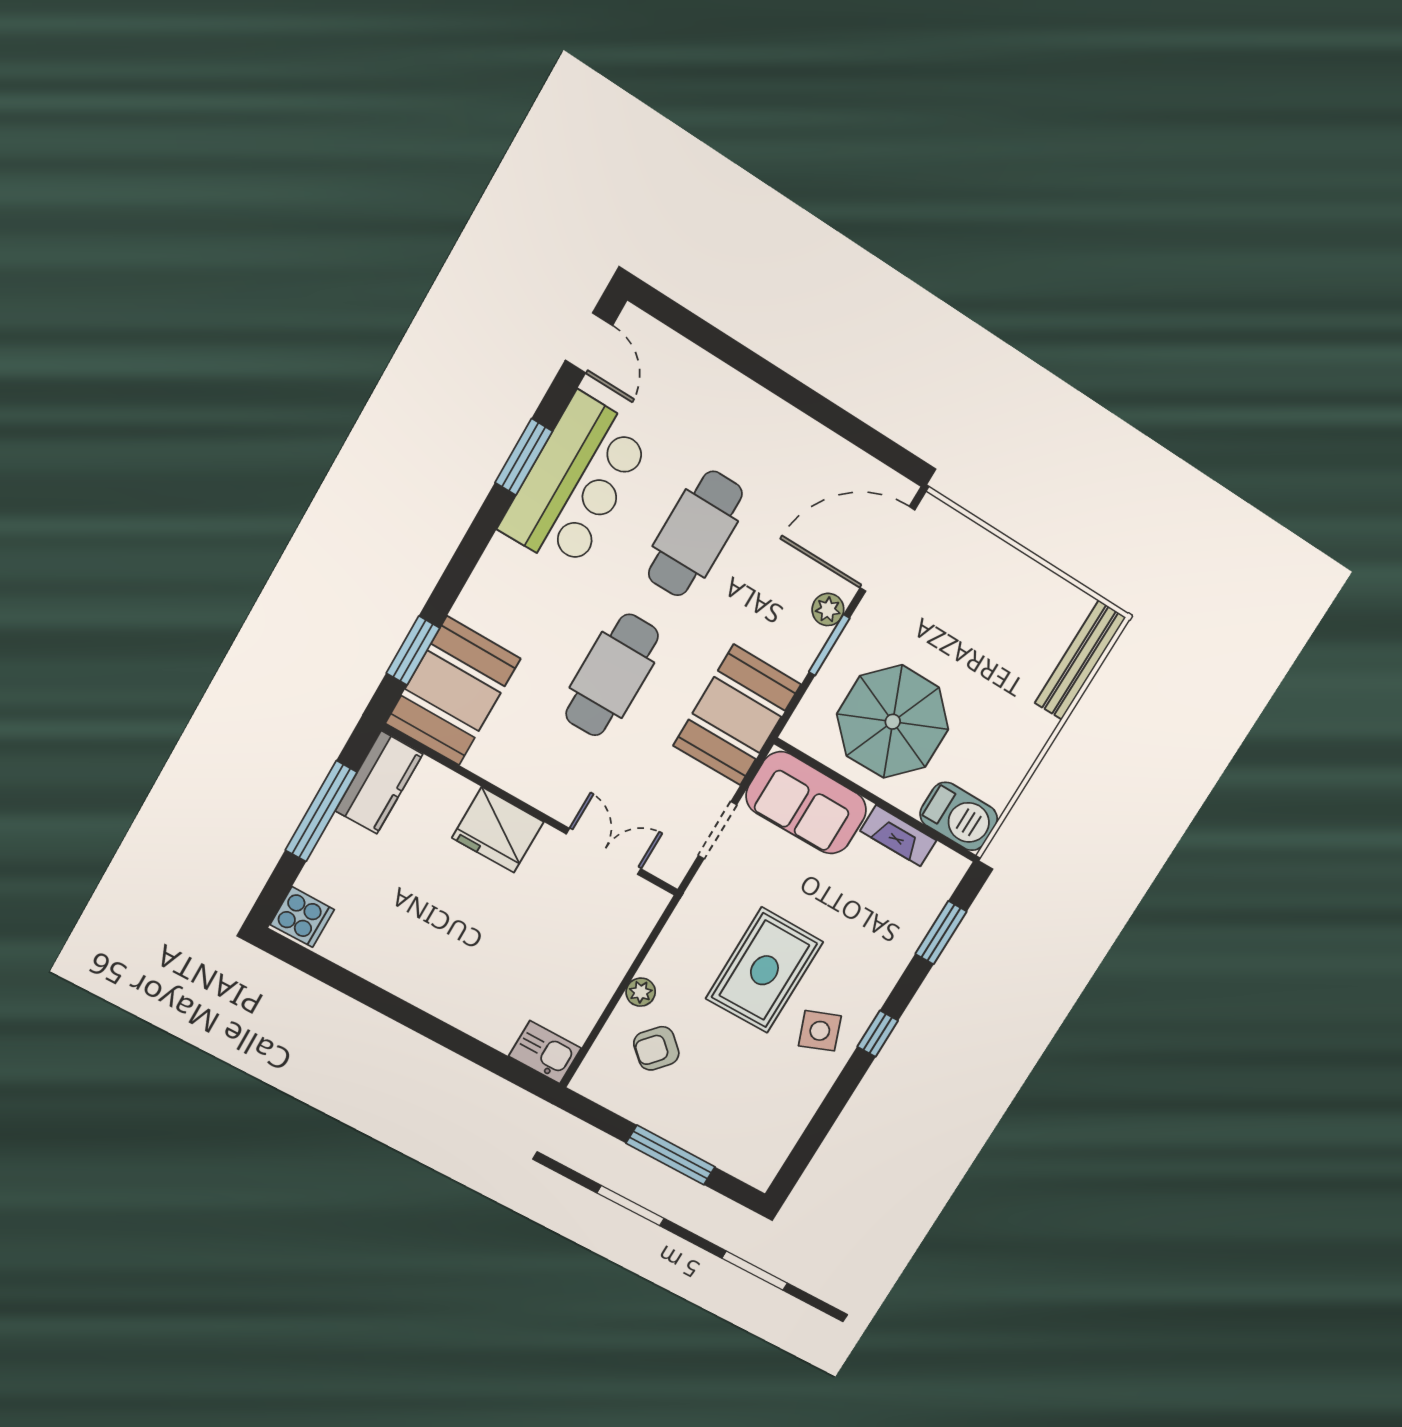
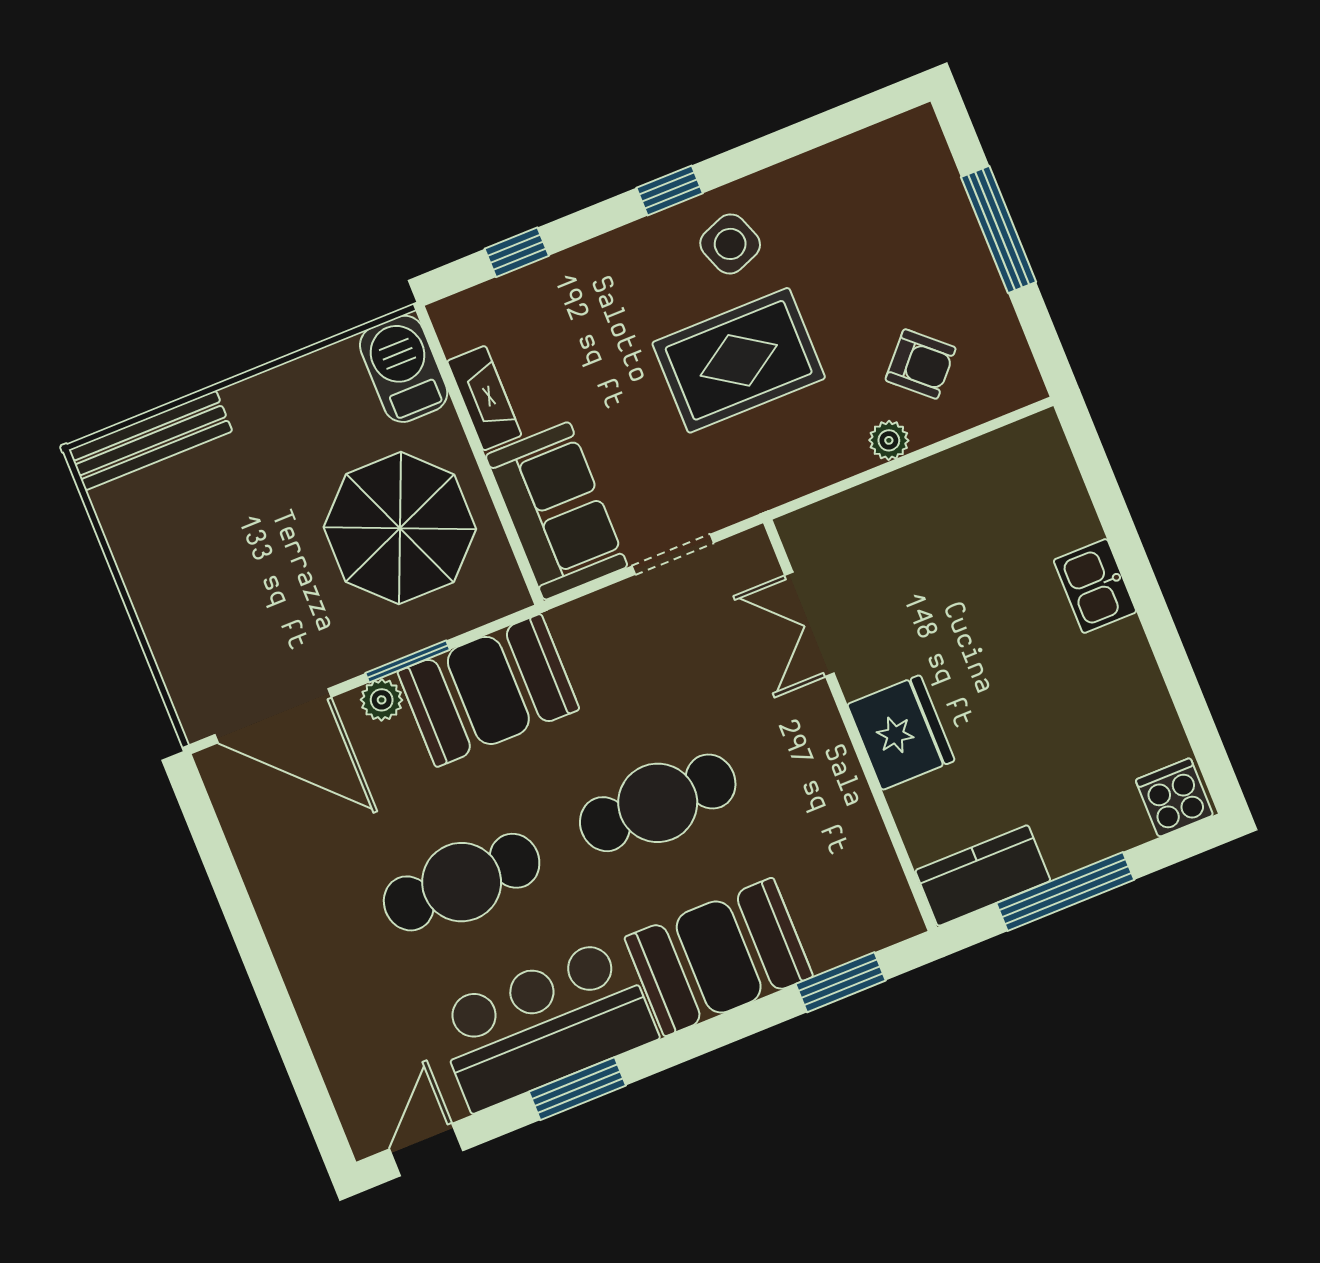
booth: (453, 691) -> (719, 957), moved
booth: (737, 715) -> (488, 690), moved
window: (941, 933) -> (517, 252), width x0.67
kitchen sink: (545, 1052) -> (1095, 586), moved

